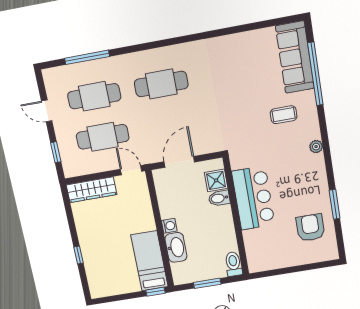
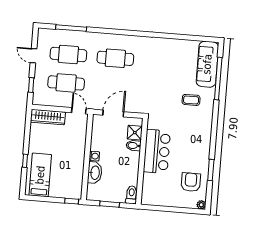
plant: (316, 147) -> (201, 205), moved
bed: (149, 261) -> (40, 175), moved

